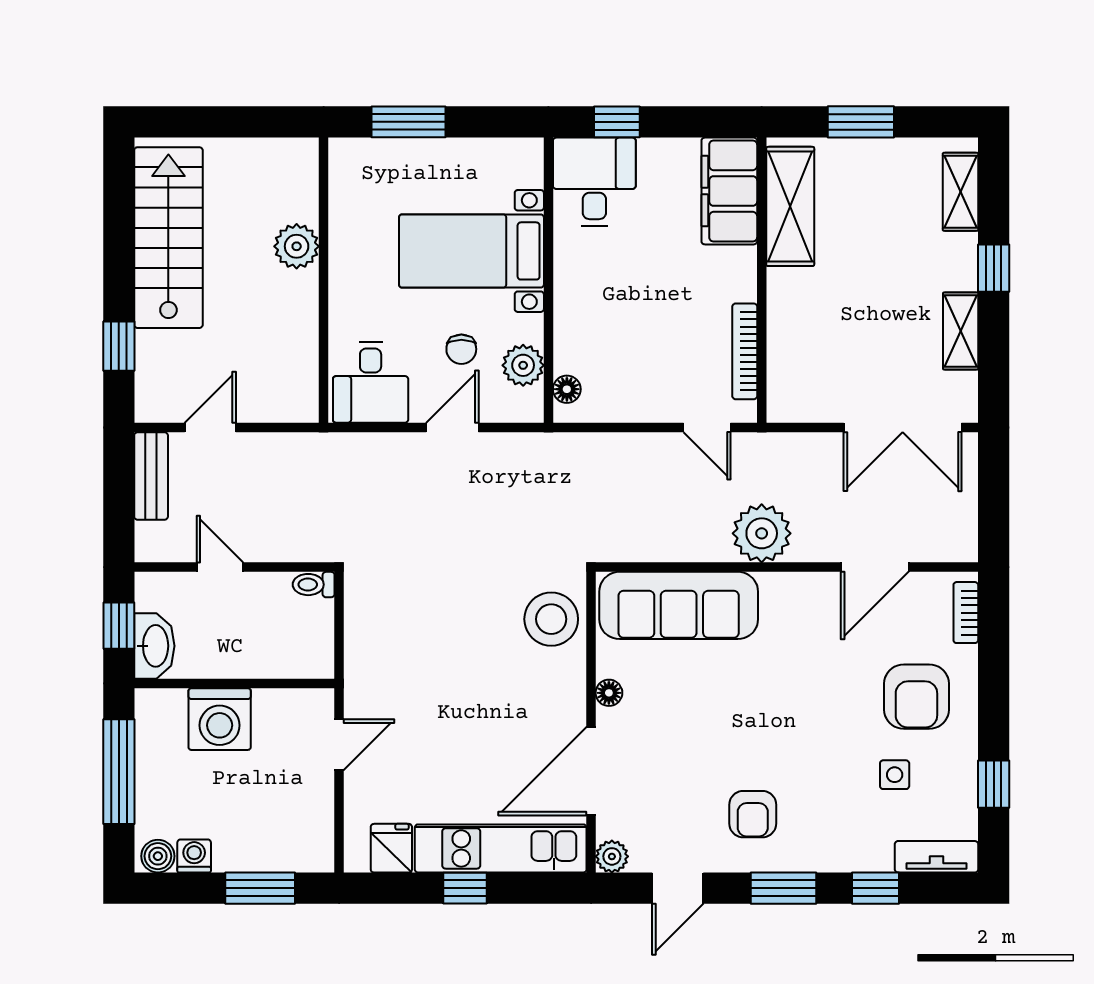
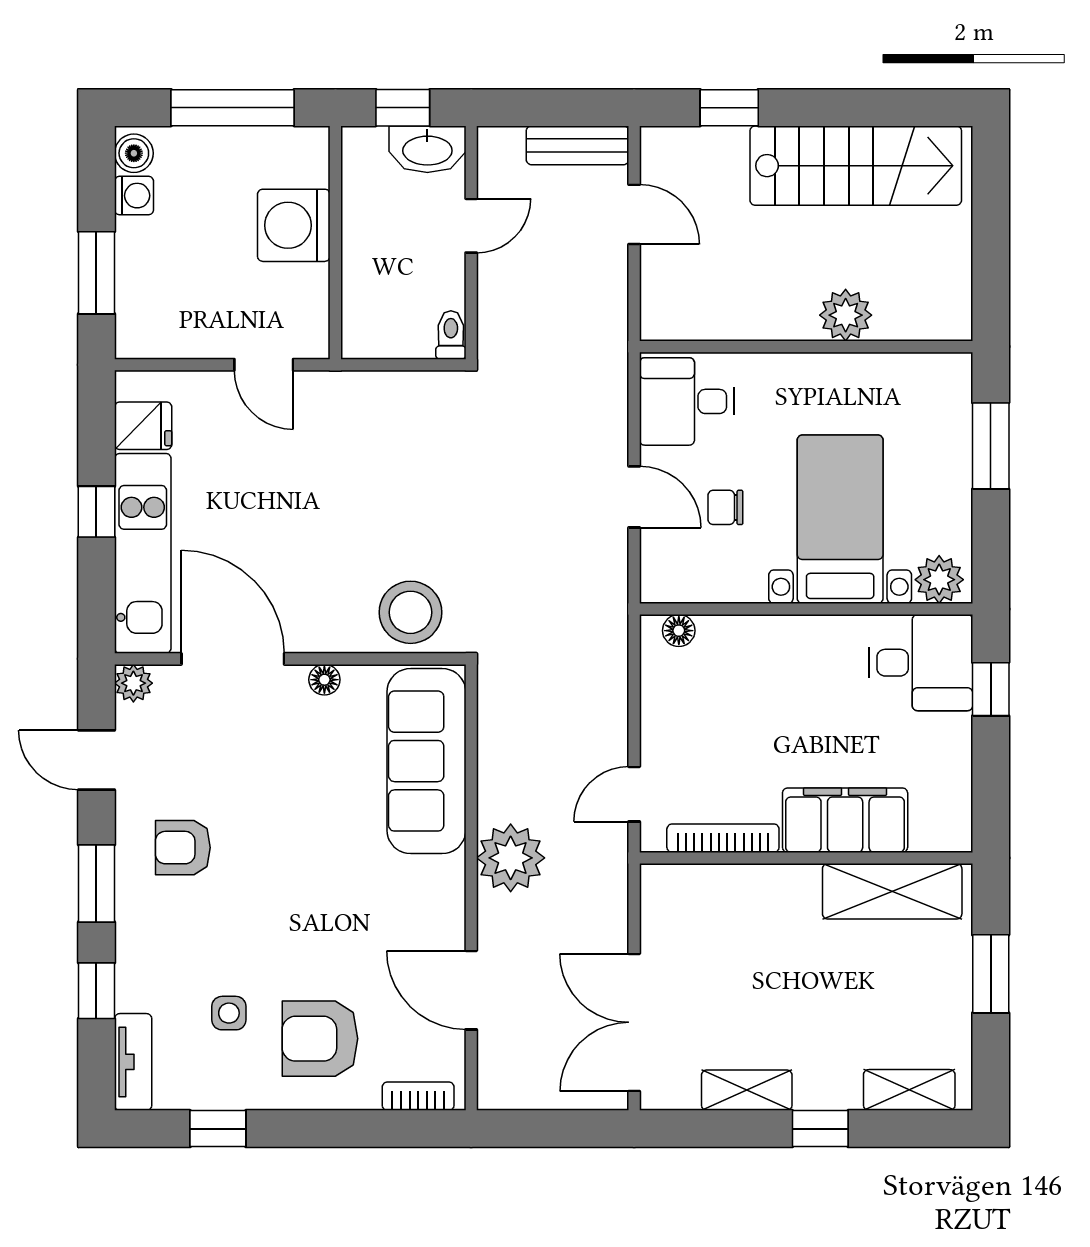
filing cabinet: (729, 191) -> (845, 820), moved
plant: (523, 365) -> (939, 580), moved
washbasin: (154, 646) -> (427, 149), moved

